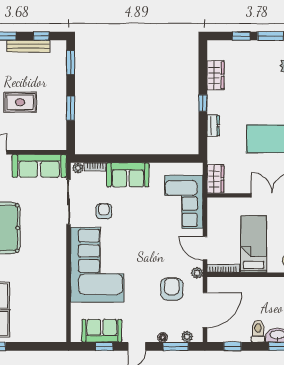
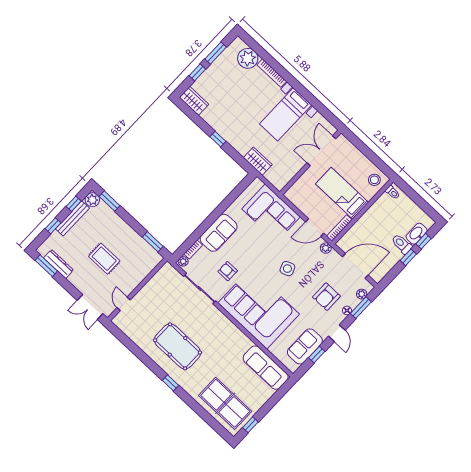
plant: (59, 48) -> (92, 200), added
wardrobe: (215, 75) -> (194, 101), moved
rug: (20, 102) -> (104, 259), turned 90
window: (71, 108) -> (153, 242), moved
dresser: (213, 126) -> (239, 146), removed
sofa: (39, 166) -> (266, 368), moved, turned 90
wardrobe: (215, 179) -> (258, 161), moved
side table: (151, 257) -> (287, 269), added
armchair: (172, 289) -> (326, 297), moved, turned -90
door: (205, 310) -> (355, 266), hinge flipped
window: (232, 346) -> (408, 257), moved

